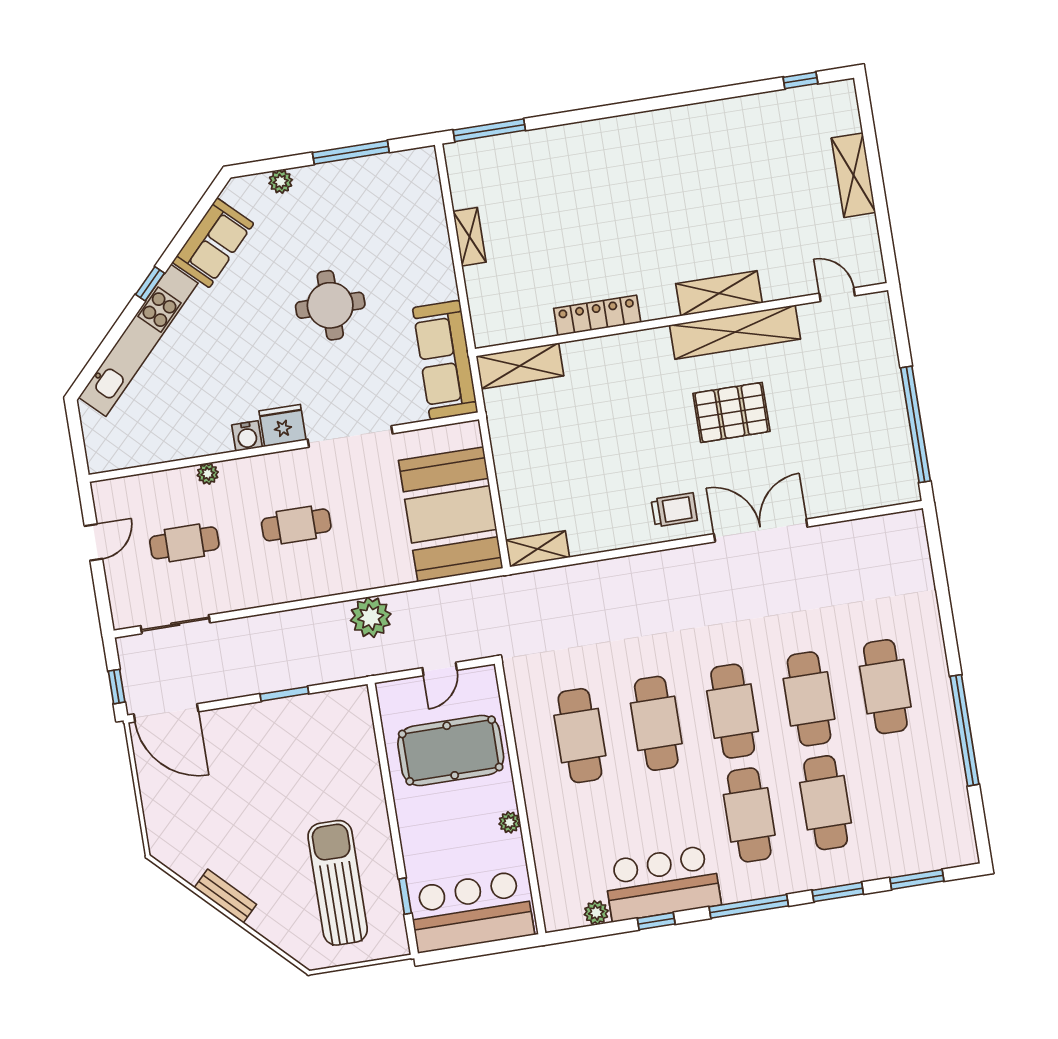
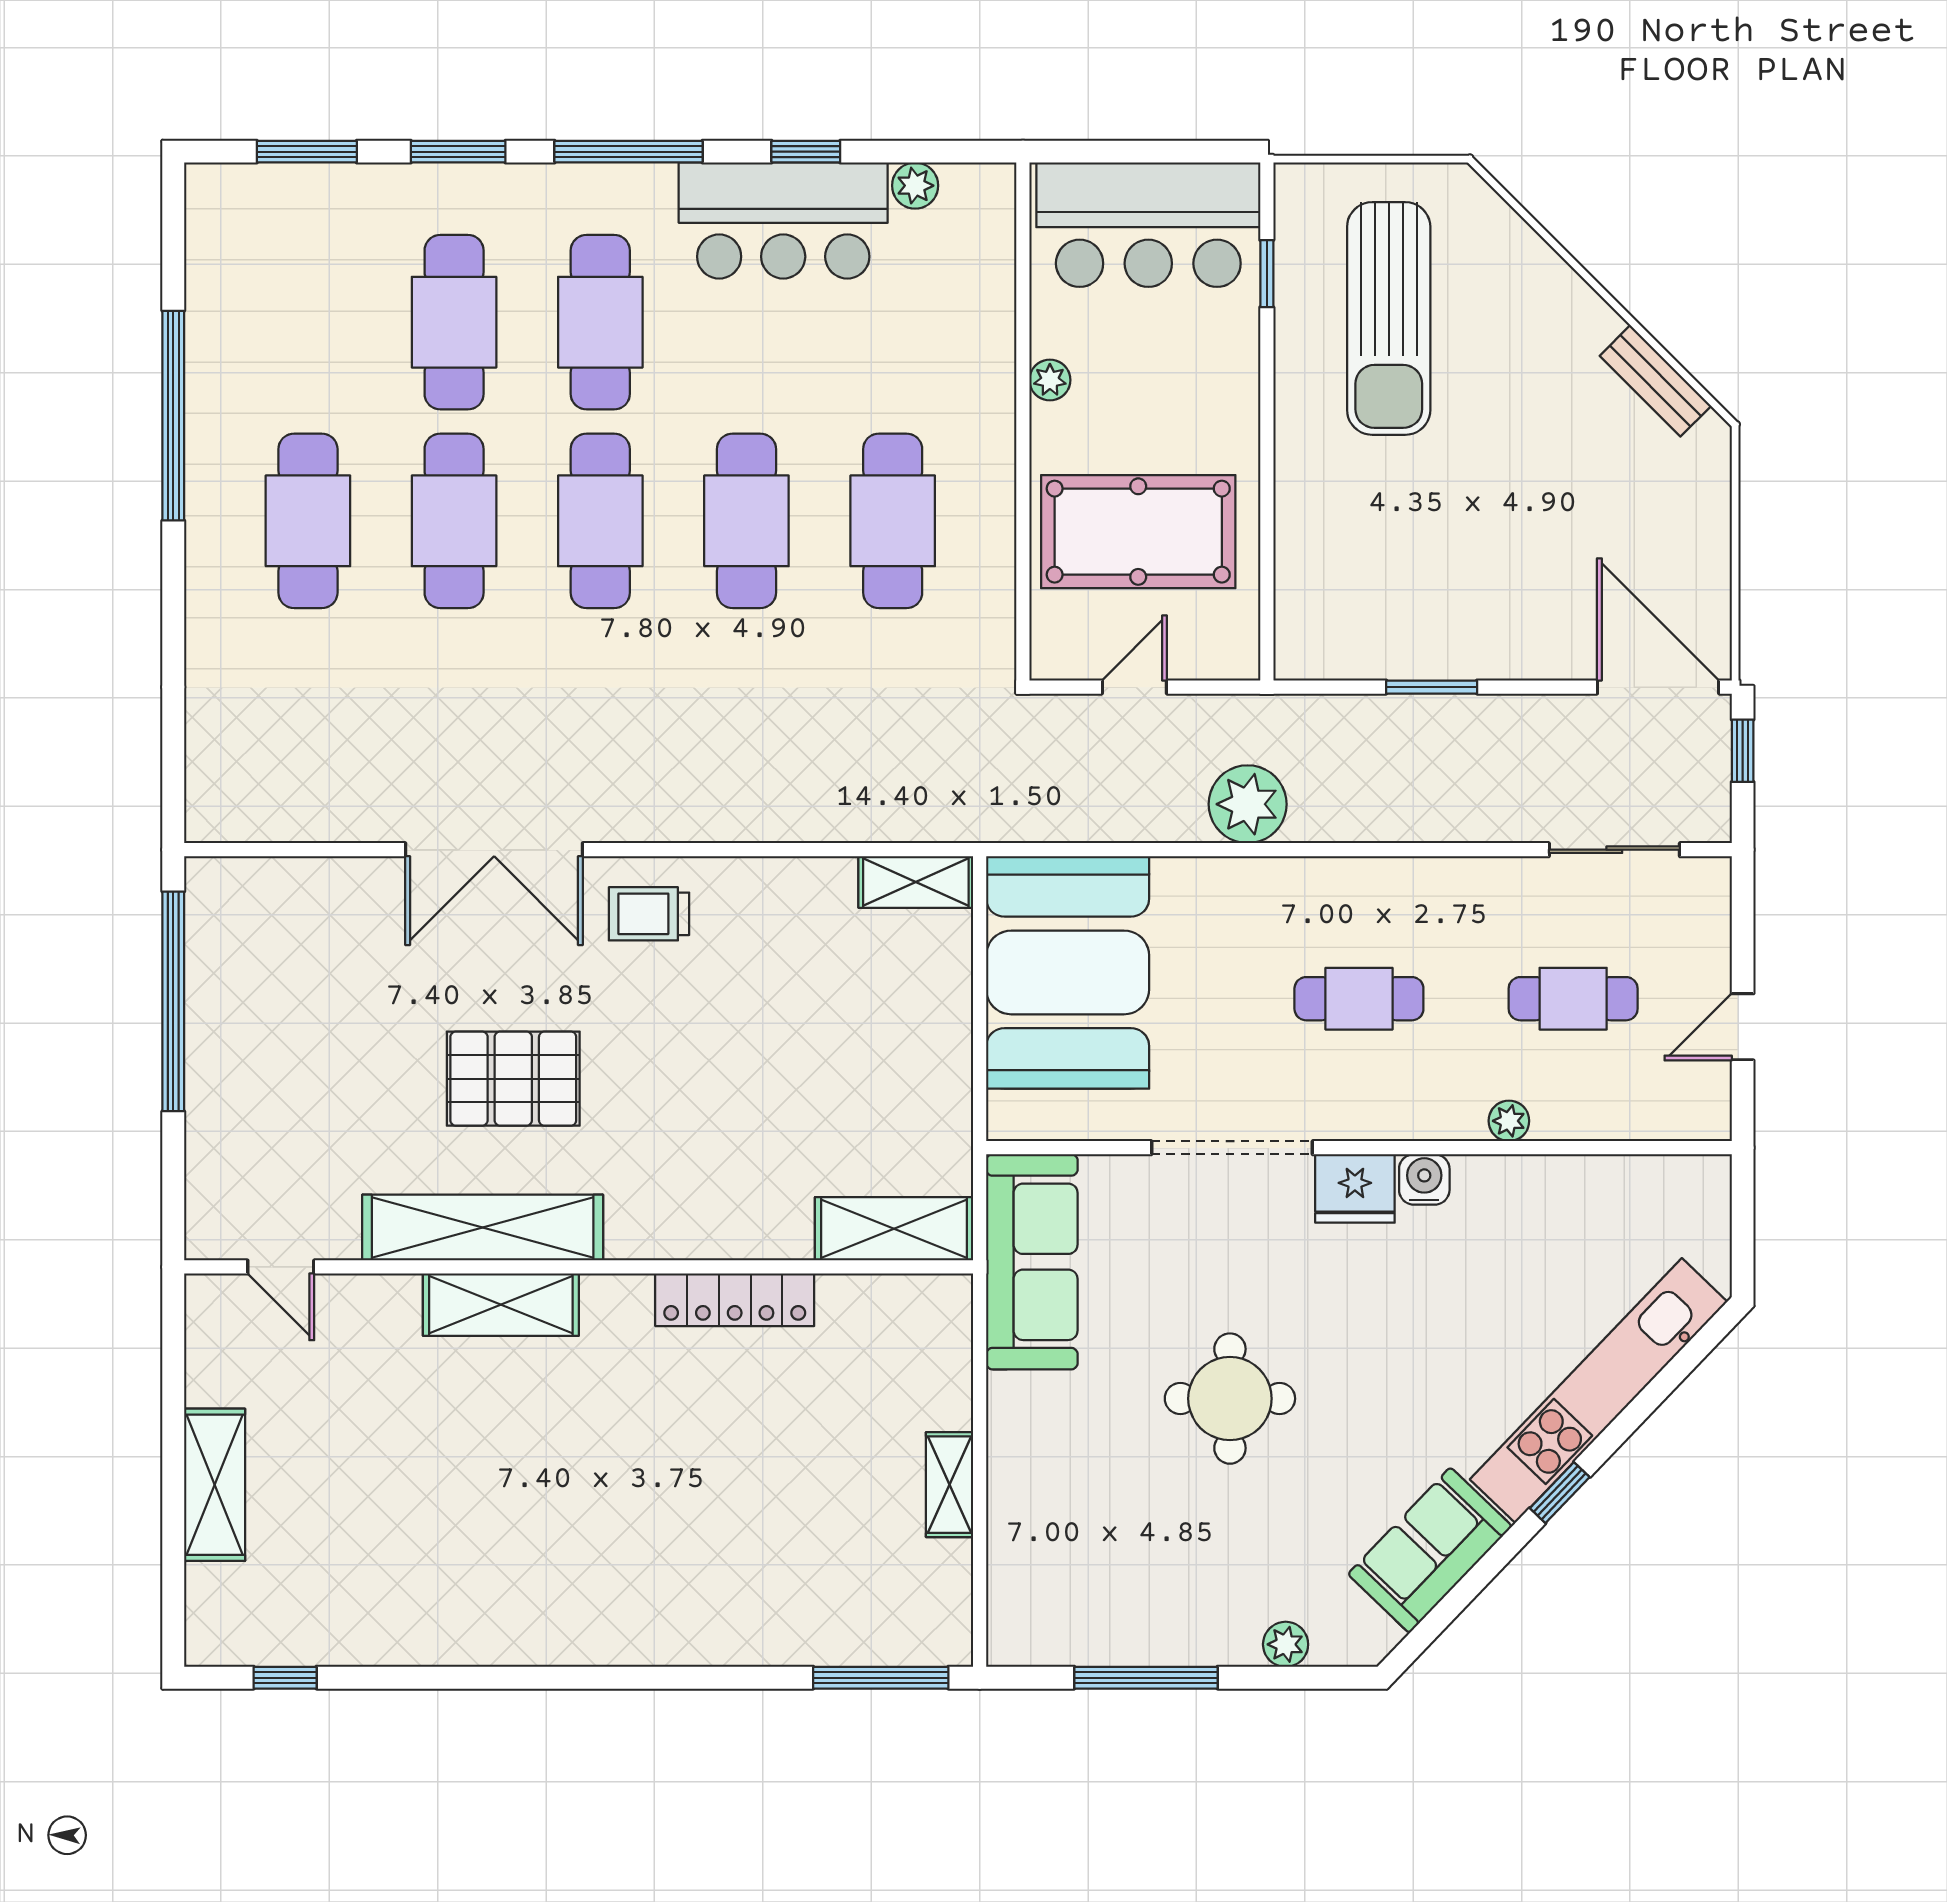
bench: (225, 896) -> (1655, 381), moved

